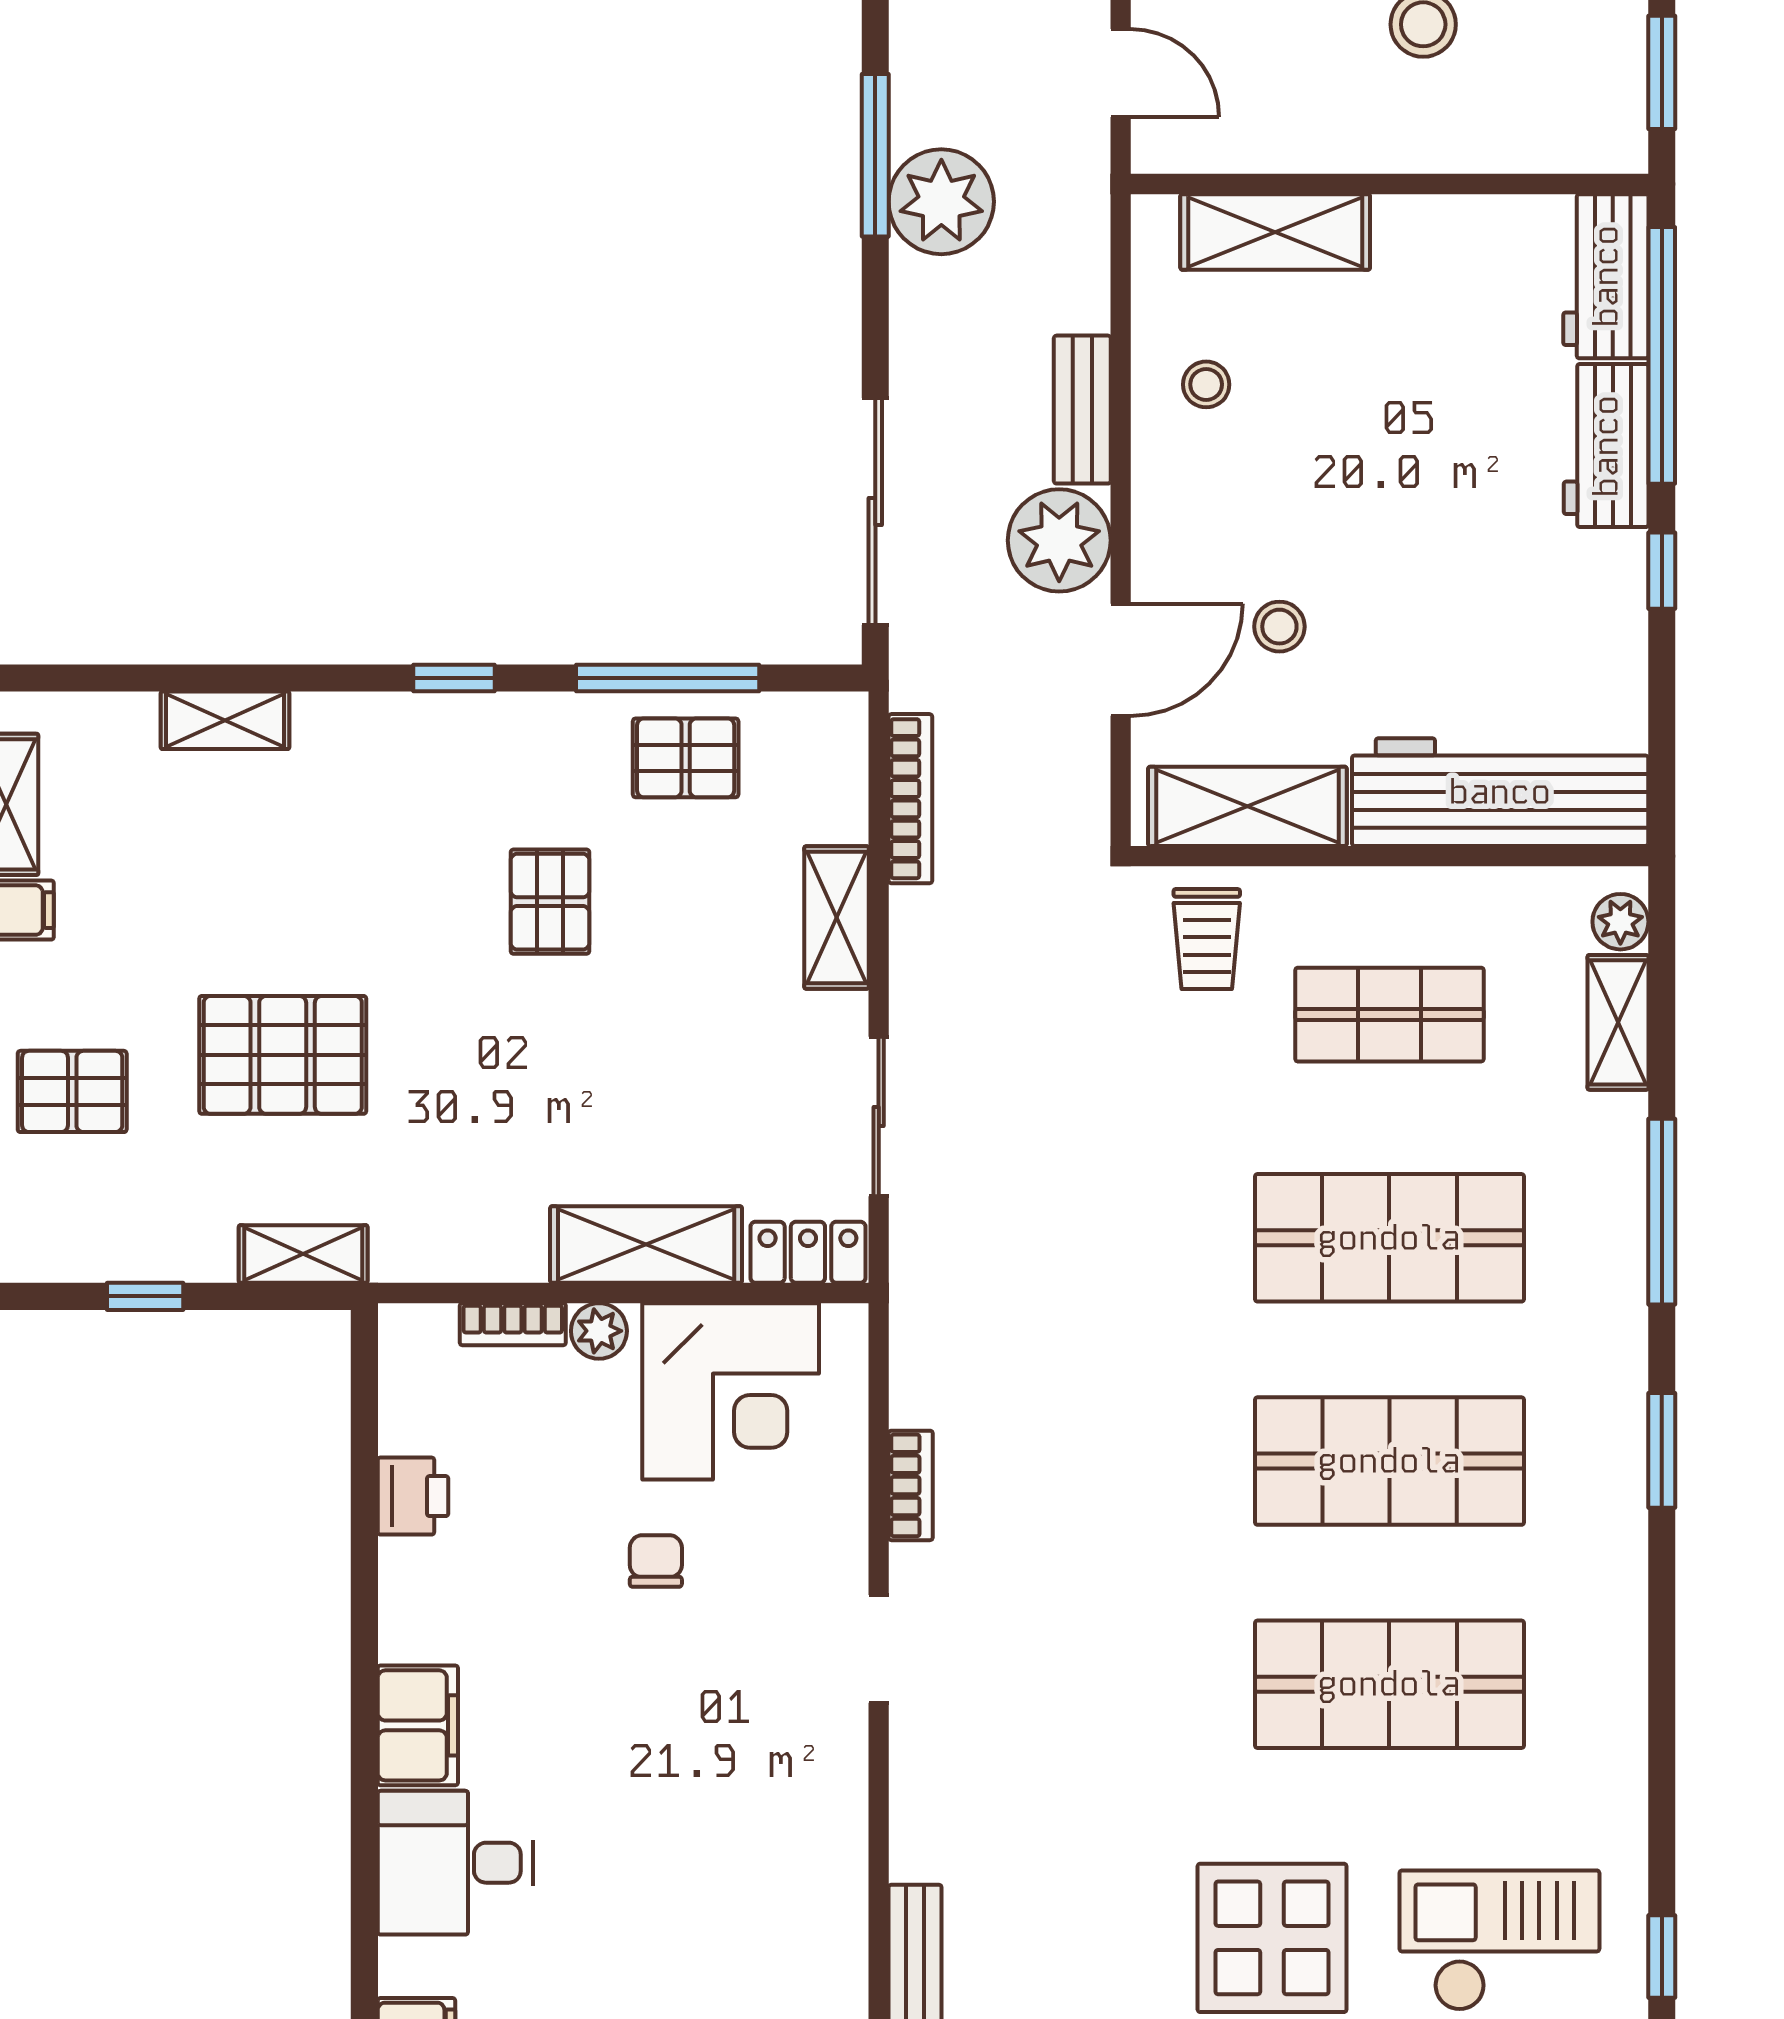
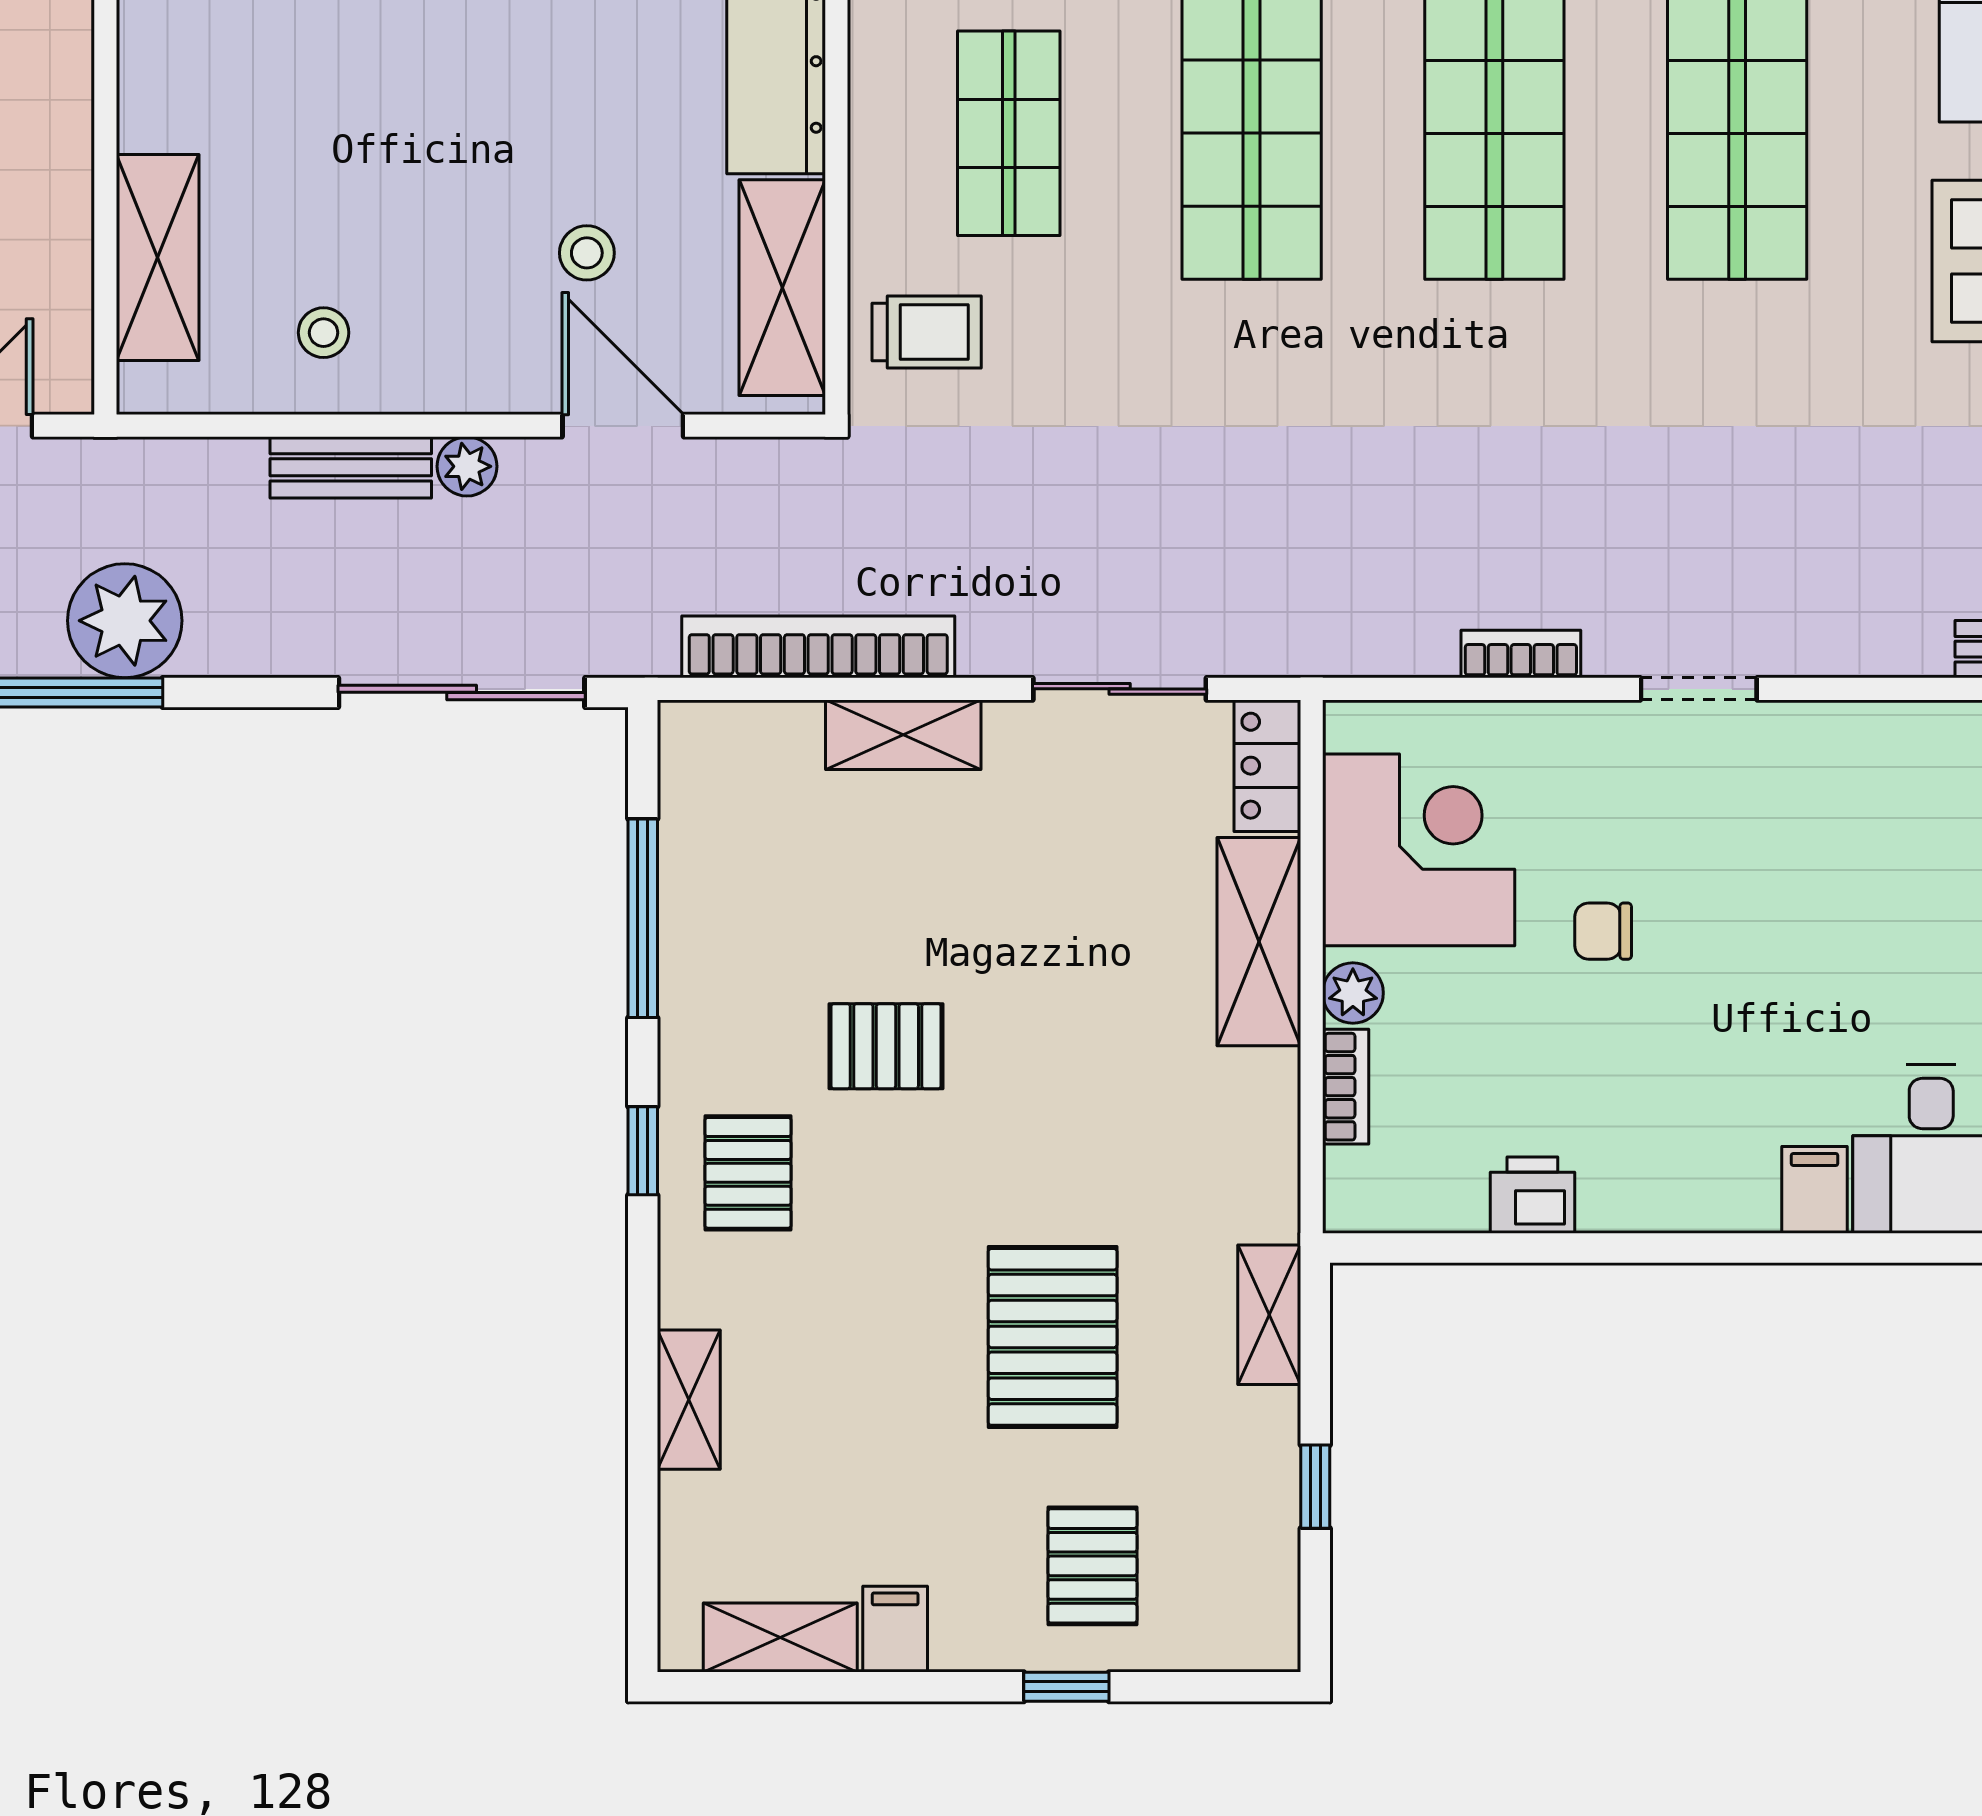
plant: (1059, 540) -> (467, 466), width x0.53, depth x0.53
pallet: (686, 758) -> (748, 1173), moved
bookcase: (910, 799) -> (818, 647), width x1.48, depth x1.31
filing cabinet: (418, 1725) -> (1815, 1190), width x0.50

